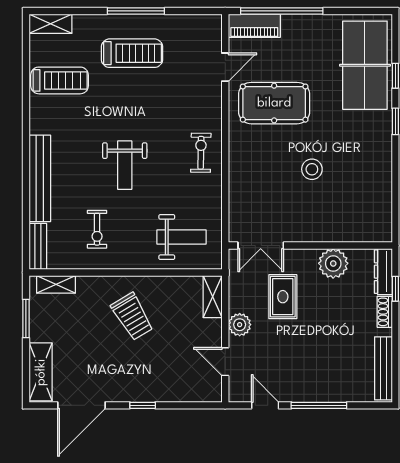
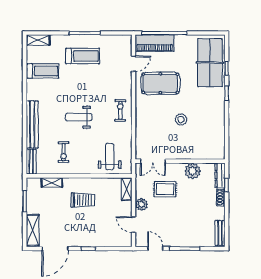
piano: (254, 26) -> (155, 43), width x1.37, depth x1.33
weight bench: (125, 165) -> (79, 117), turned 90
weight bench: (181, 237) -> (110, 157), turned -90
shelving: (56, 284) -> (52, 182), moved
rug: (283, 297) -> (165, 189), turned 90
trolley: (132, 316) -> (83, 200), turned -59
bench: (383, 368) -> (220, 233), width x0.73

